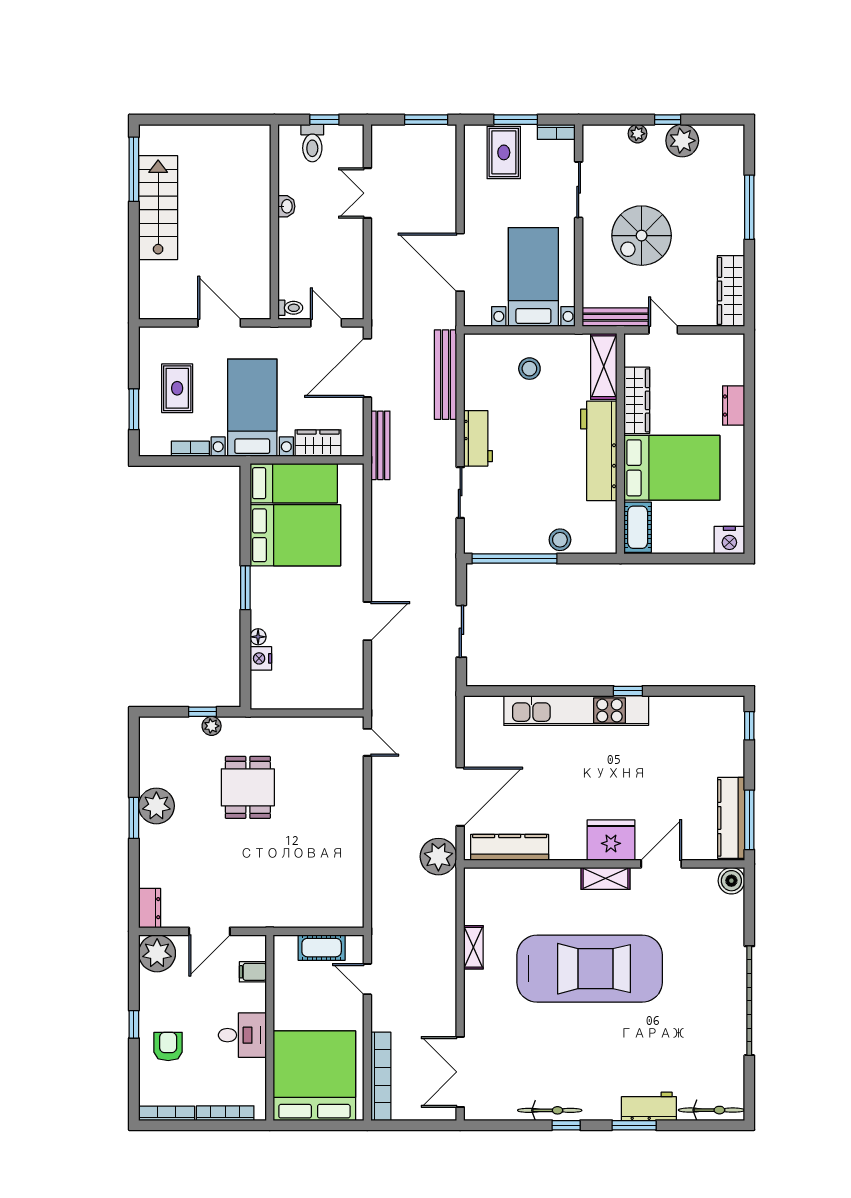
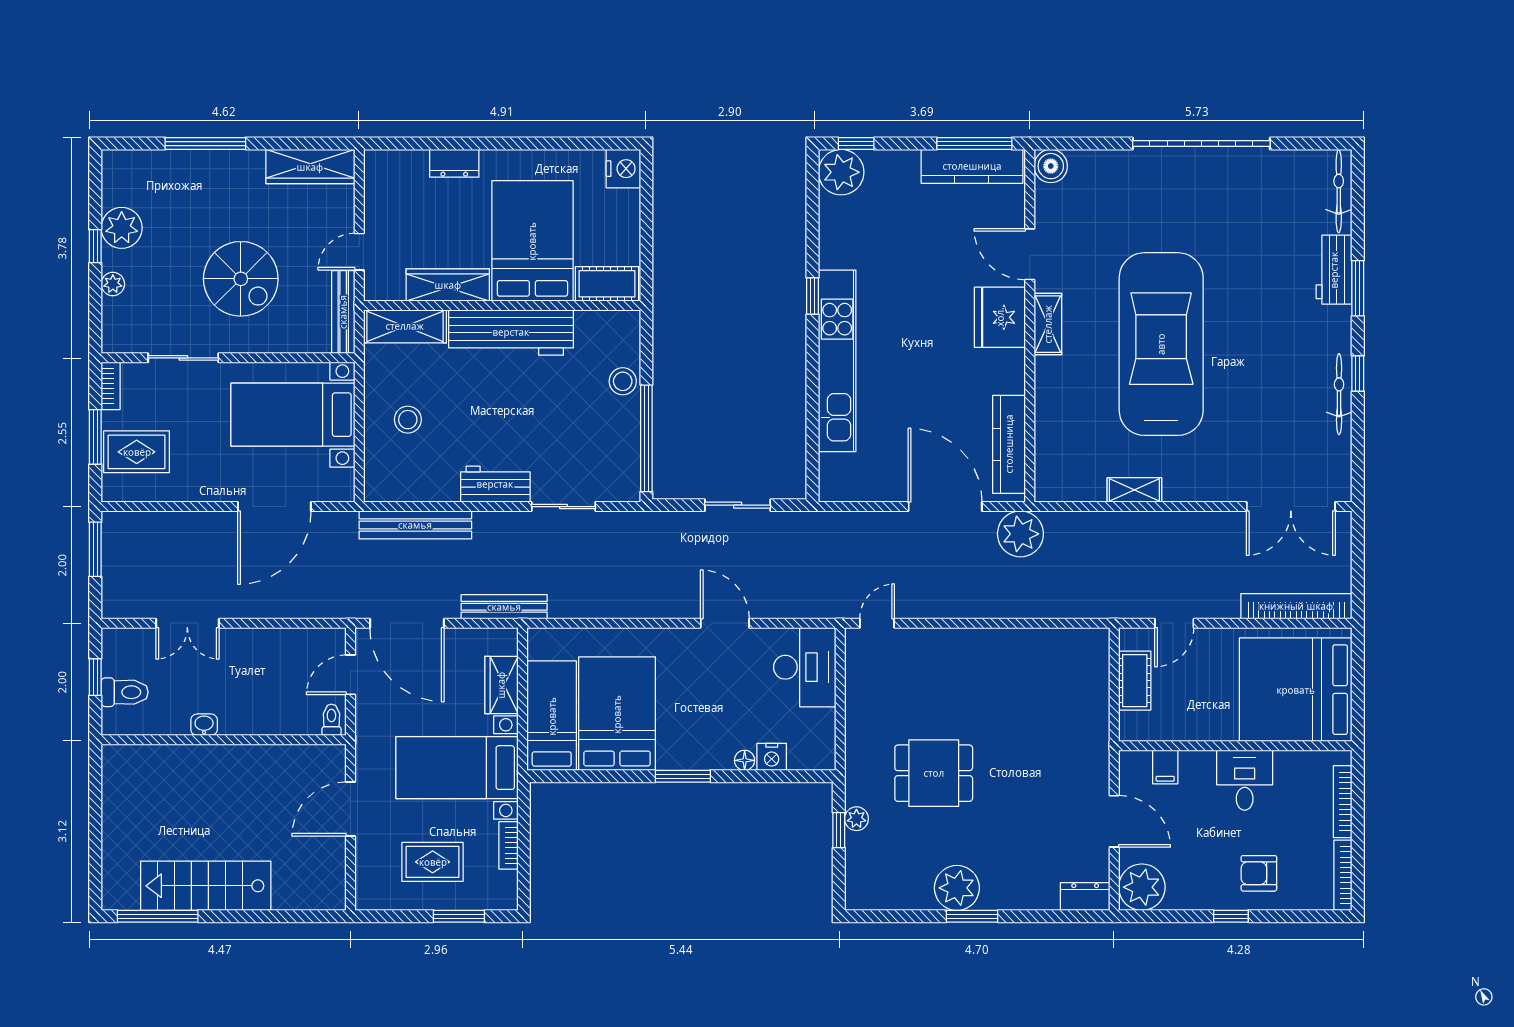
desk: (332, 685) -> (805, 667), added
plant: (727, 714) -> (841, 172), added

